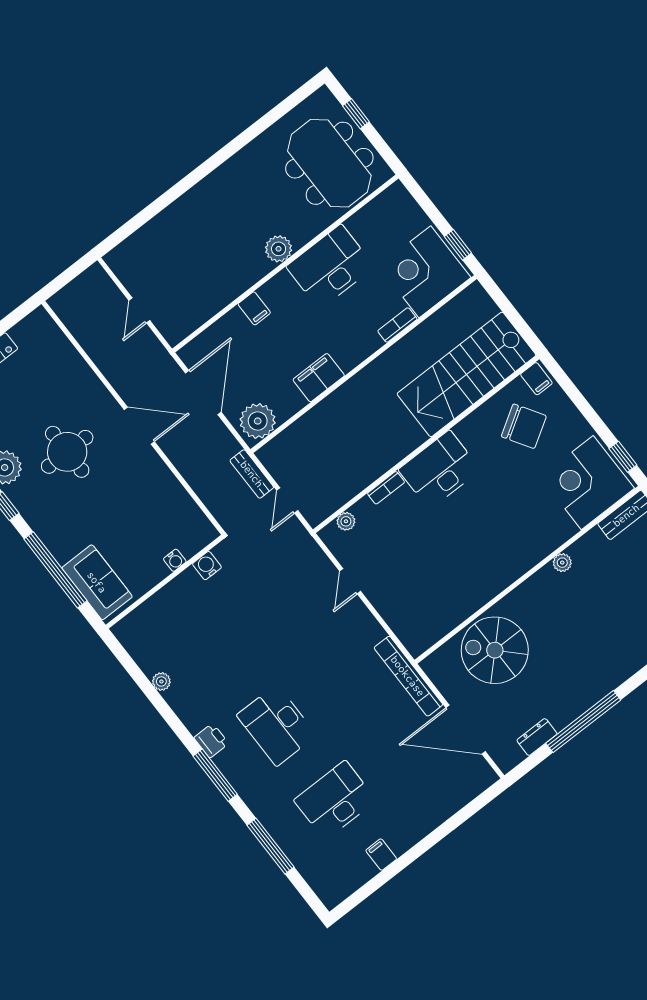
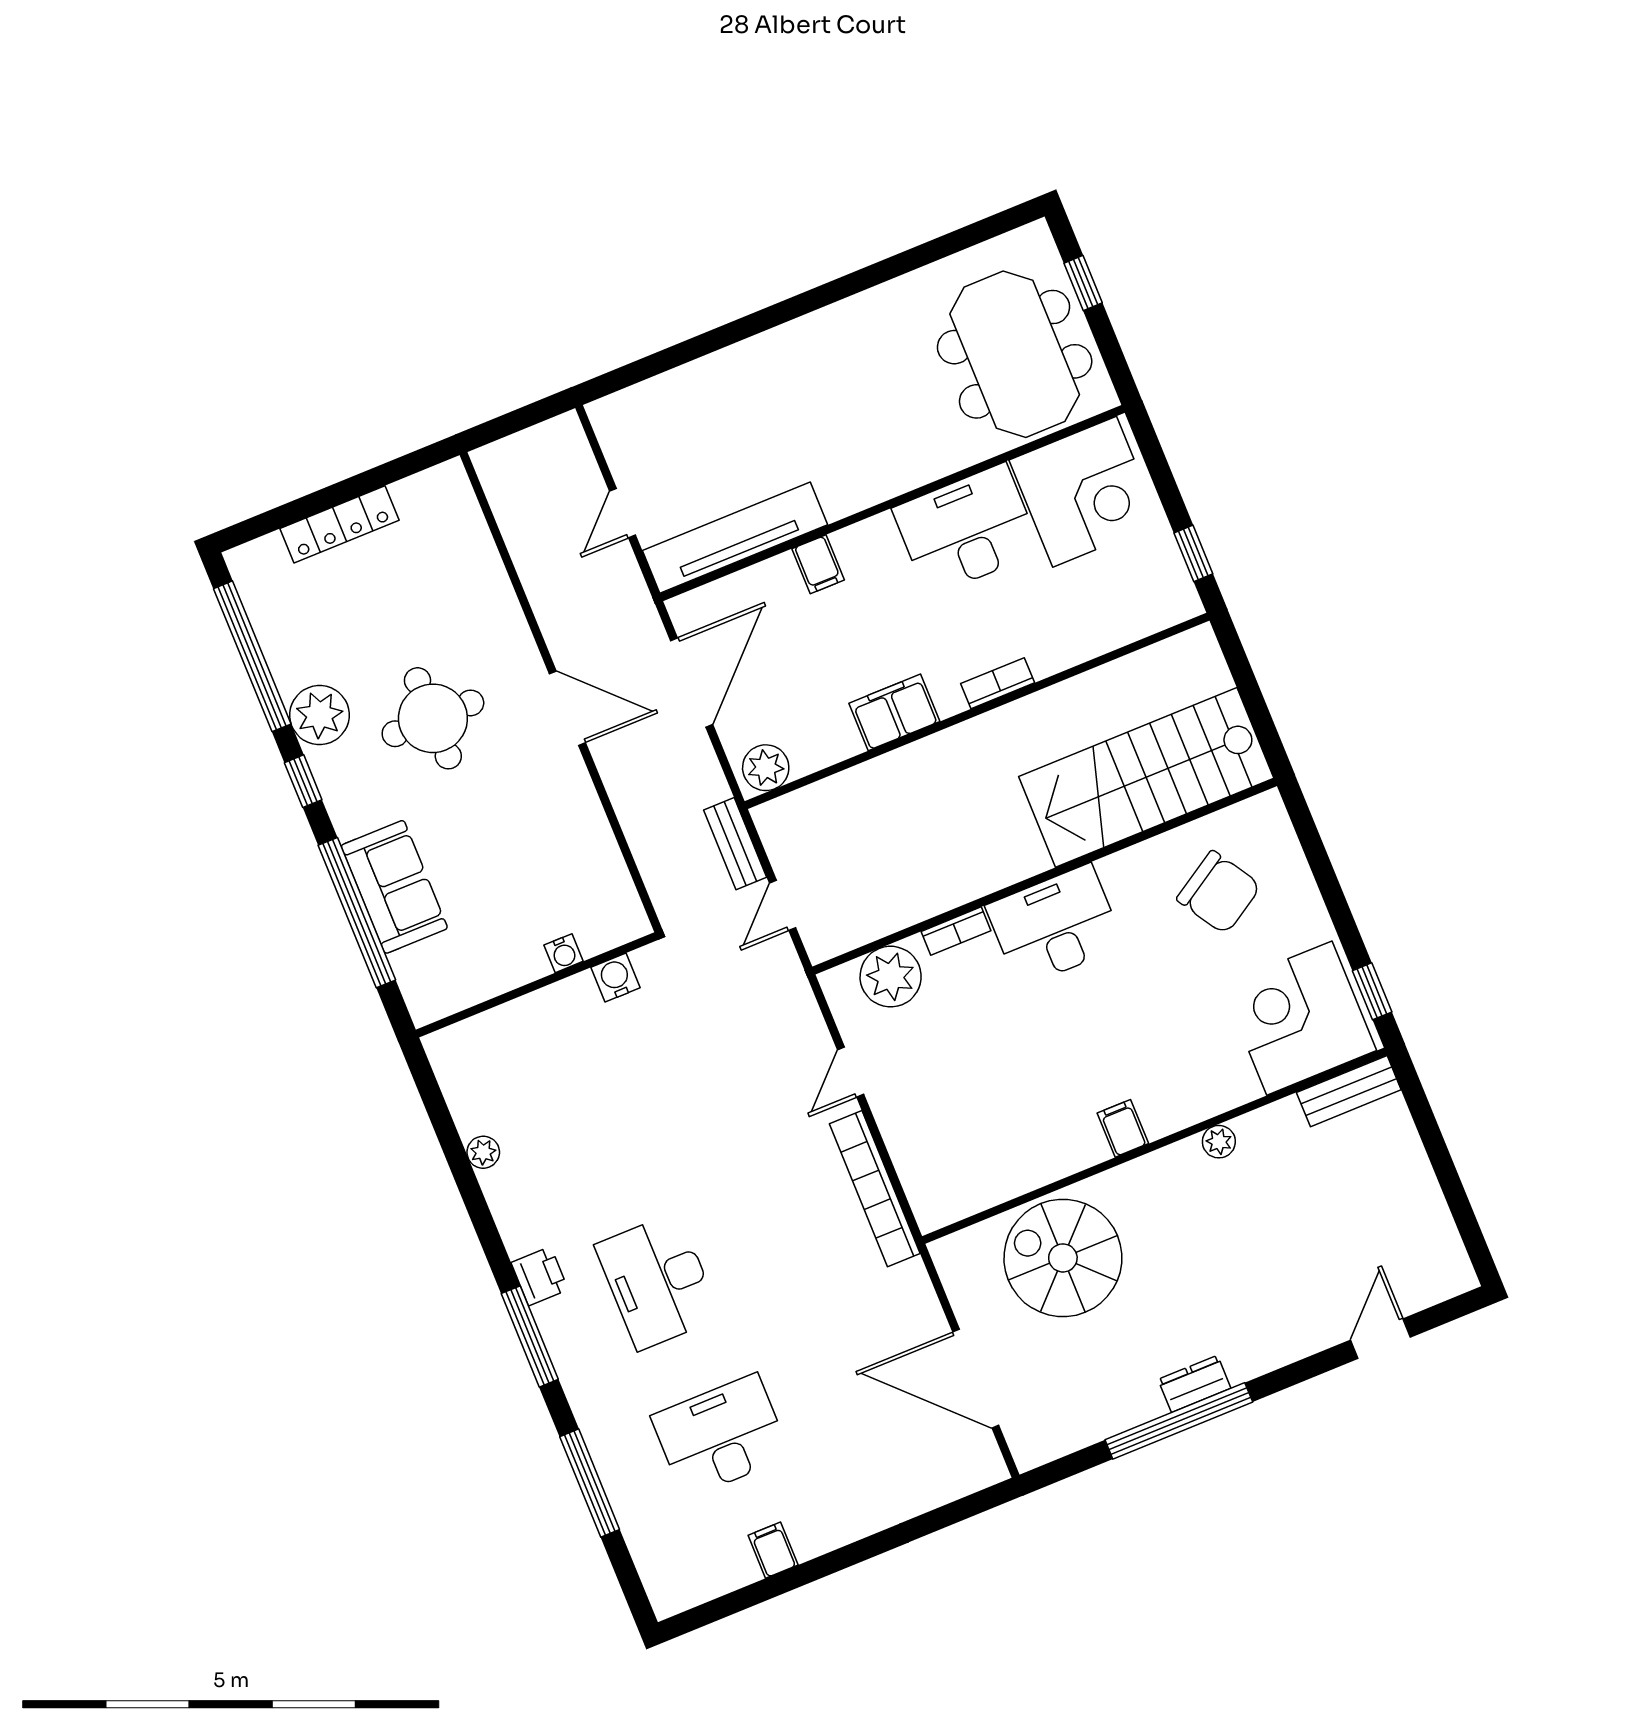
plant: (279, 249) -> (888, 475), removed
corner desk: (425, 272) -> (1085, 492), moved, turned 180
tv unit: (205, 307) -> (735, 538), added
bookcase: (397, 325) -> (998, 683), moved
filing cabinet: (536, 379) -> (1123, 1128), moved, turned 180
plant: (258, 421) -> (766, 768), width x0.73, depth x0.73
plant: (346, 521) -> (891, 977), width x1.88, depth x1.88
sofa: (97, 582) -> (394, 887), moved
bookcase: (408, 676) -> (875, 1189), moved
dresser: (537, 737) -> (1194, 1384), moved

